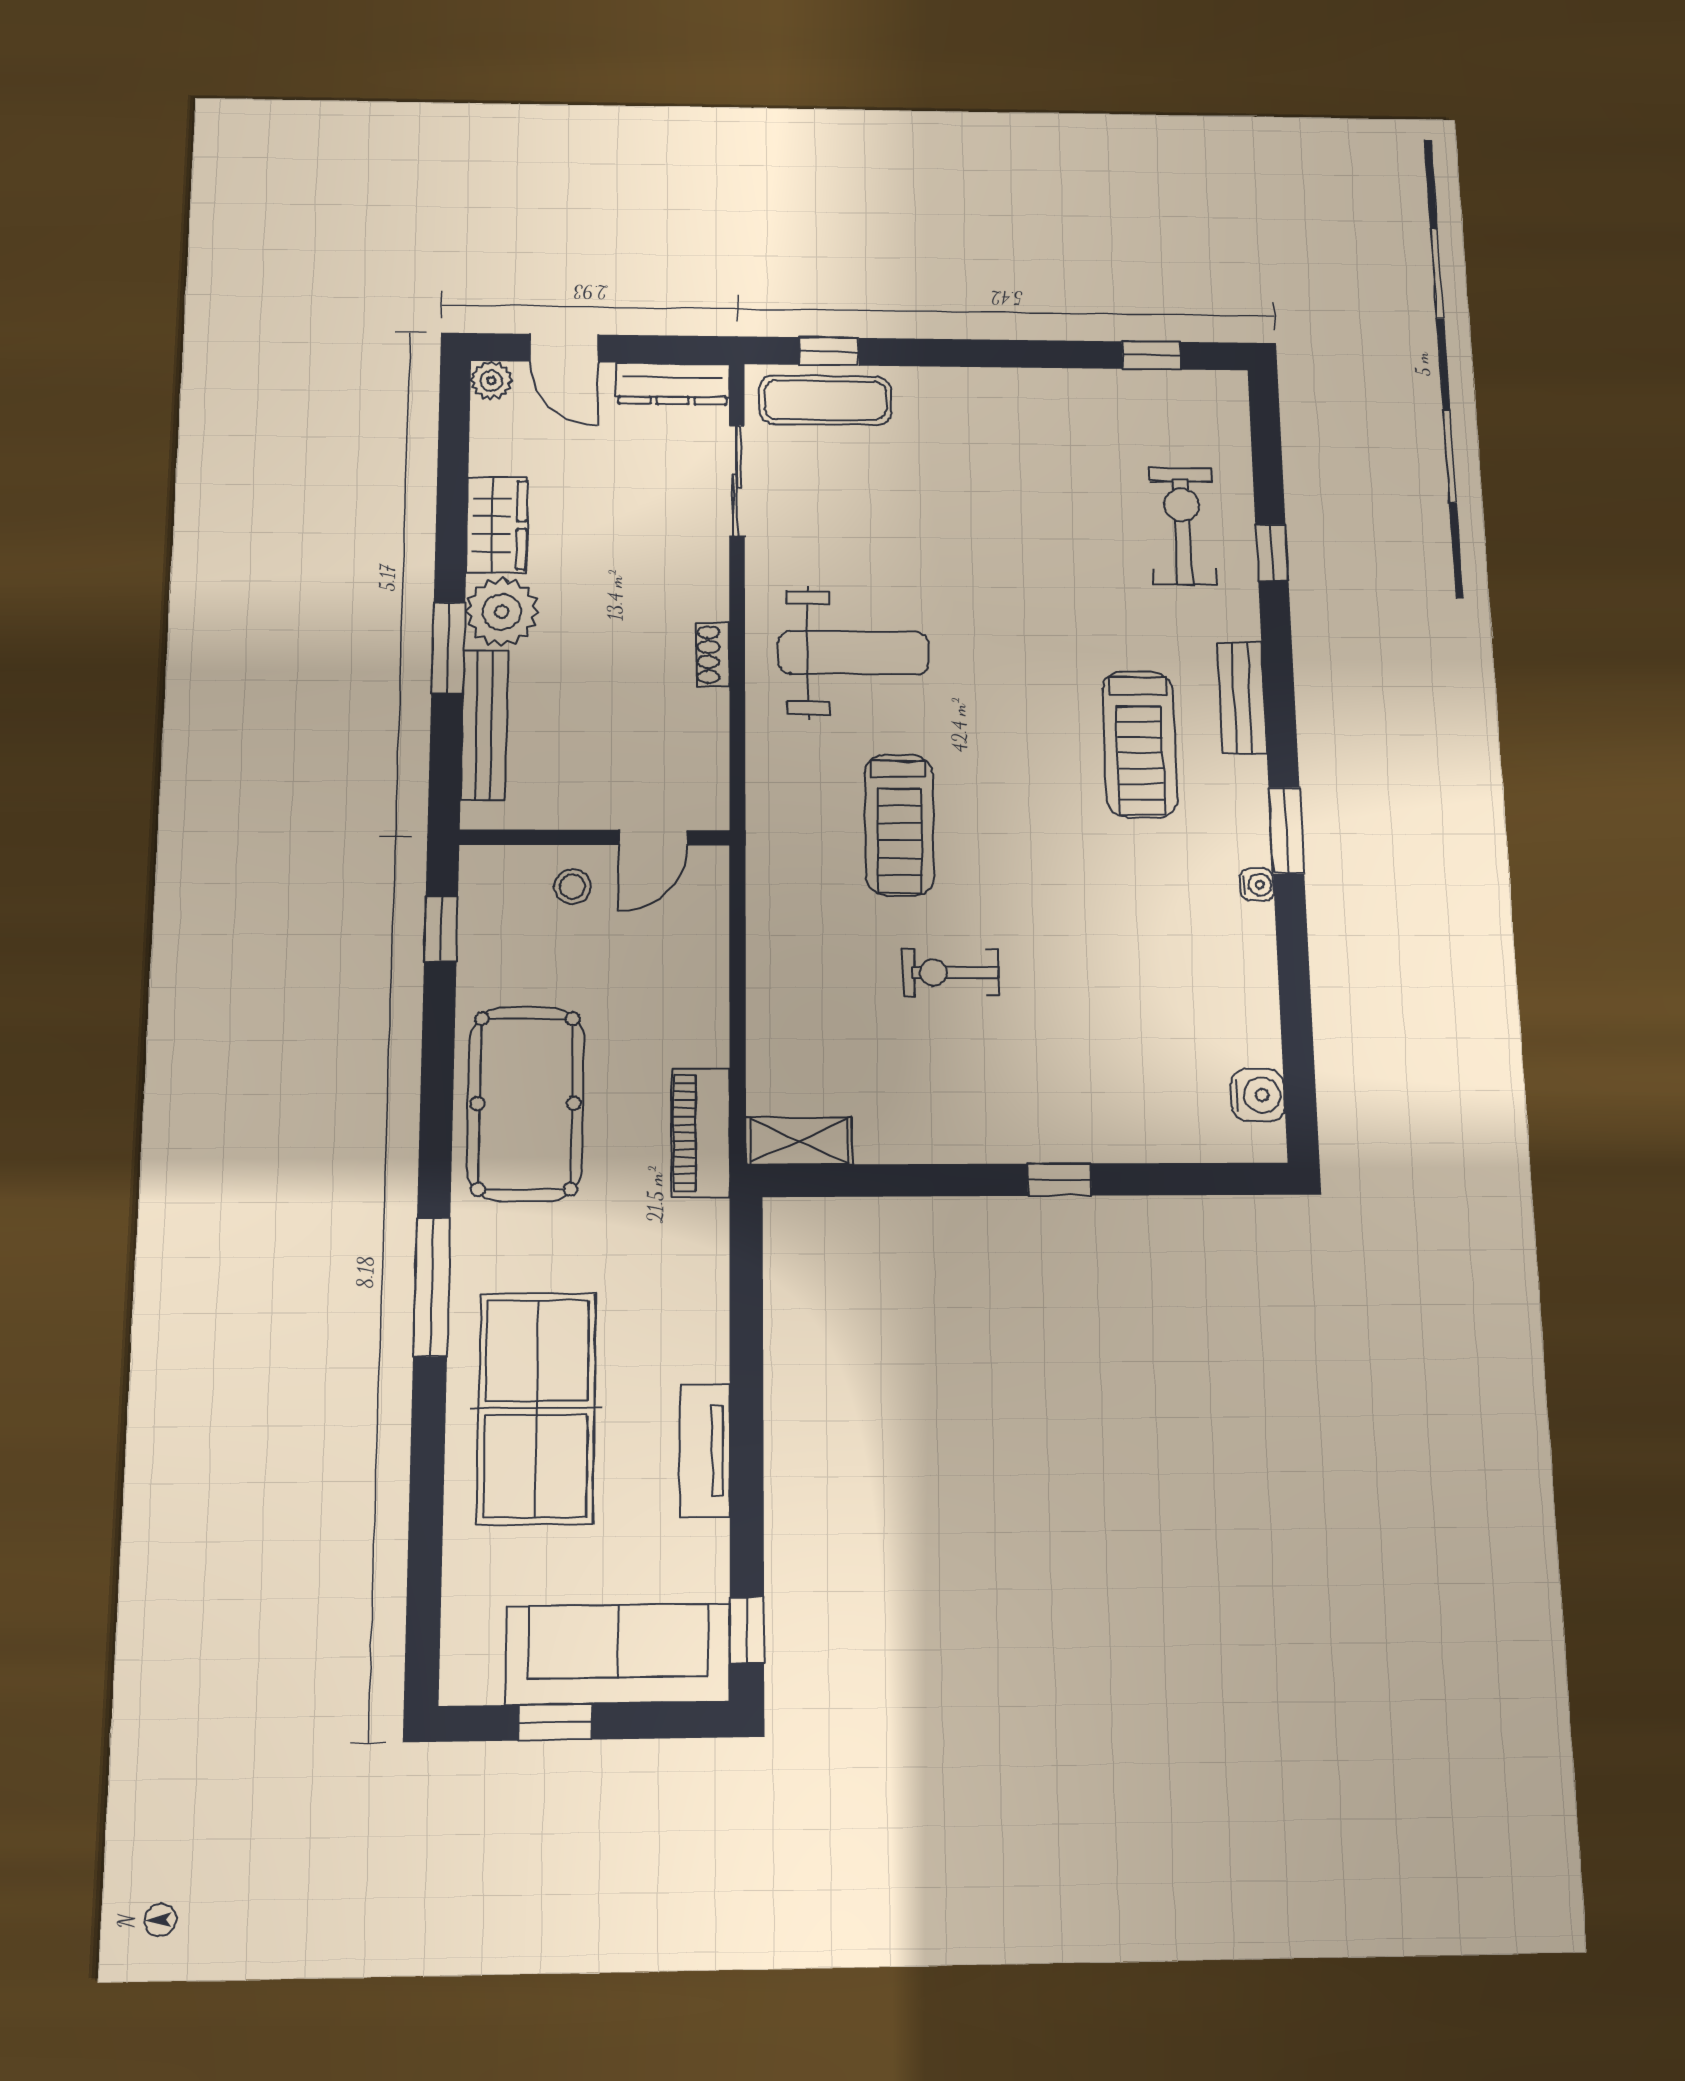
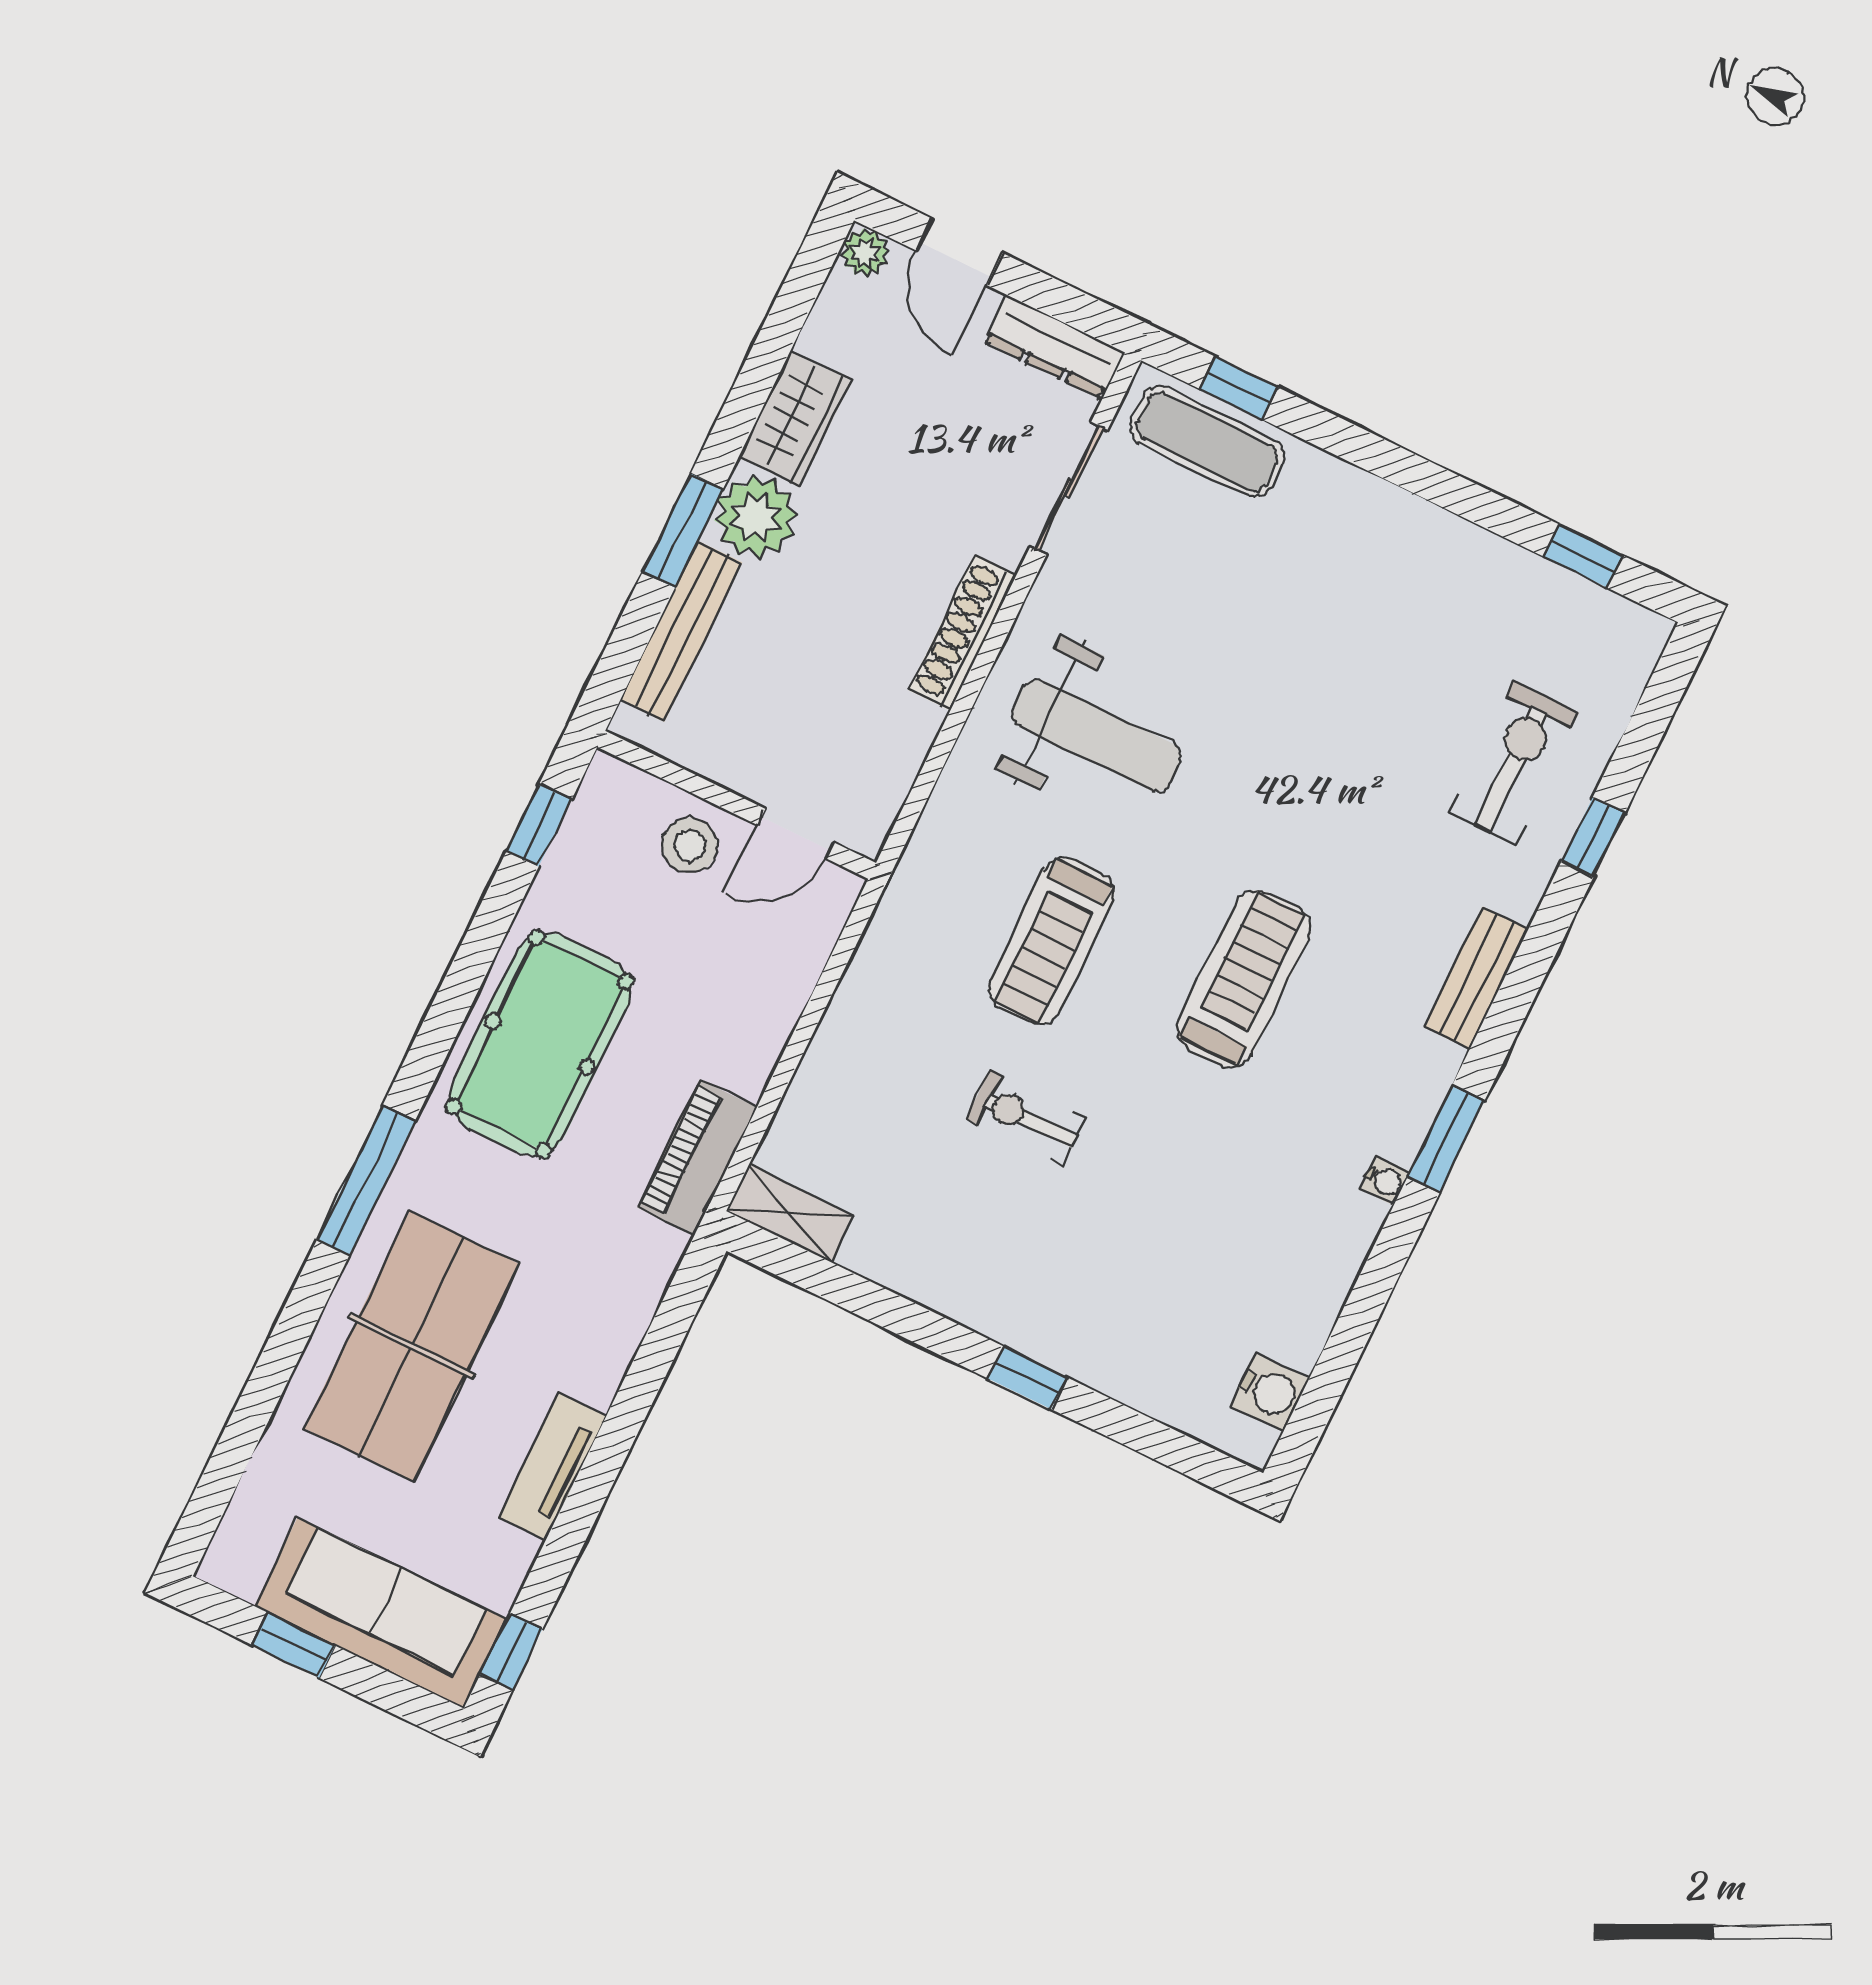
shoe rack: (713, 655) -> (963, 633), width x1.94, depth x1.24
treadmill: (1140, 744) -> (1244, 979), moved, turned 180
stool: (572, 887) -> (690, 845), width x1.37, depth x1.37

